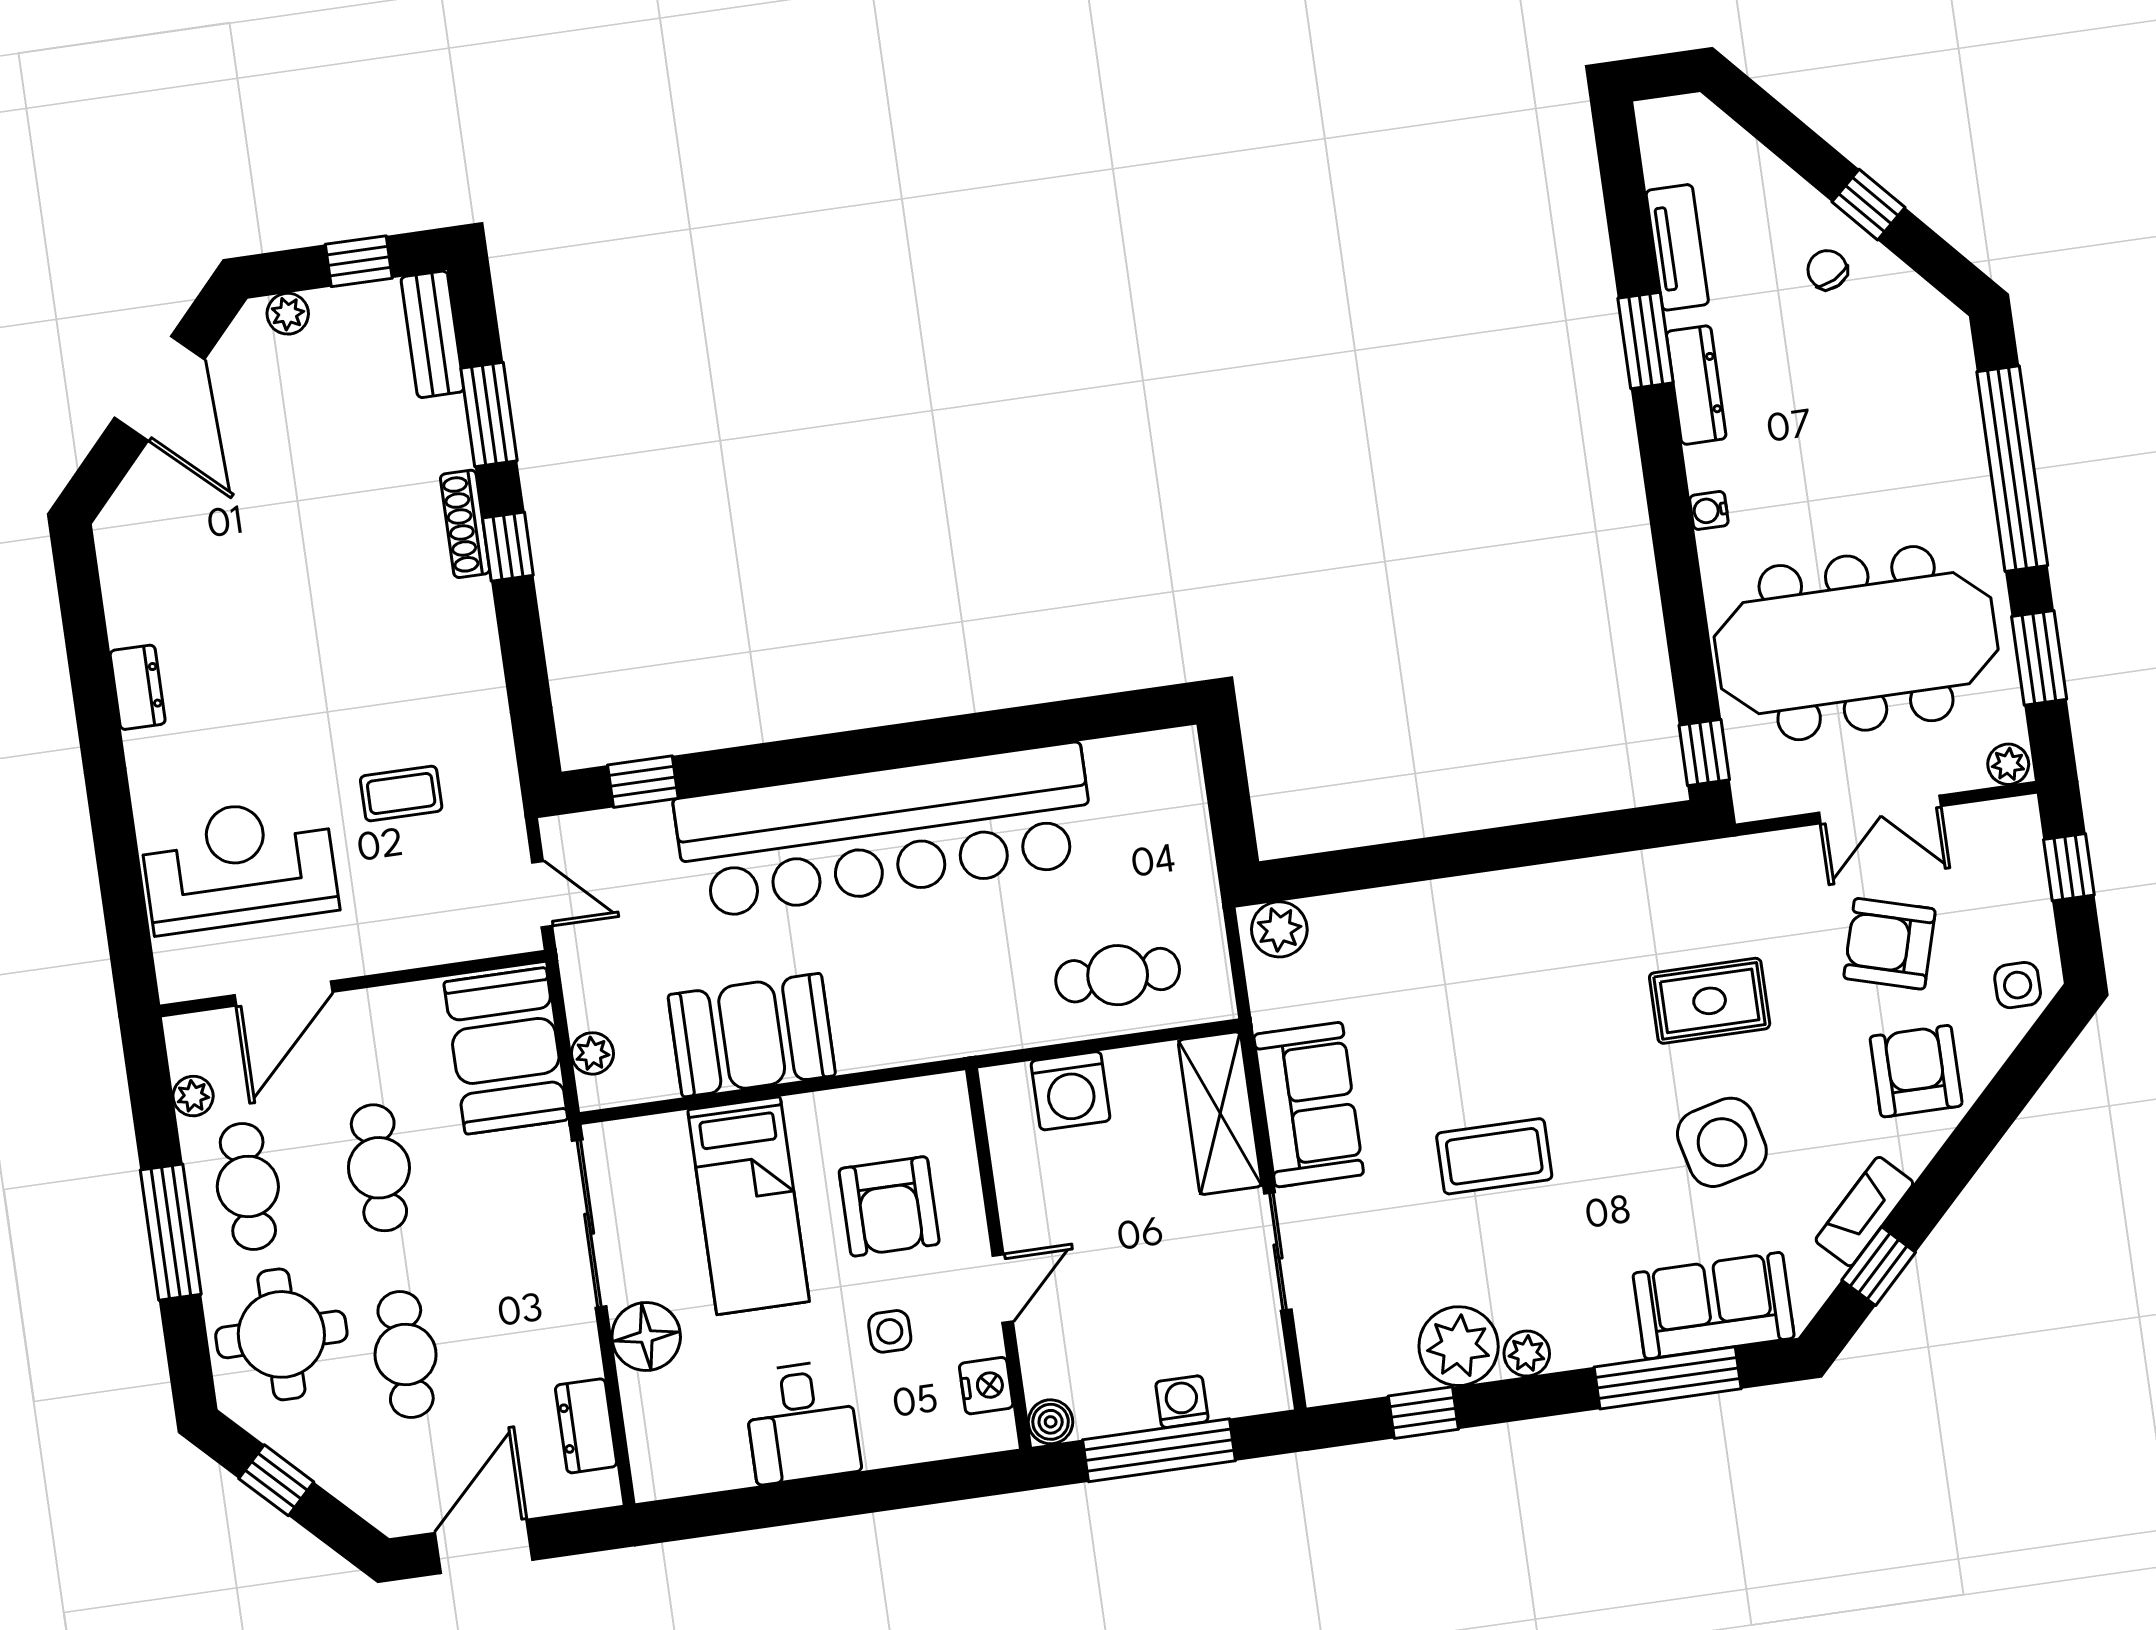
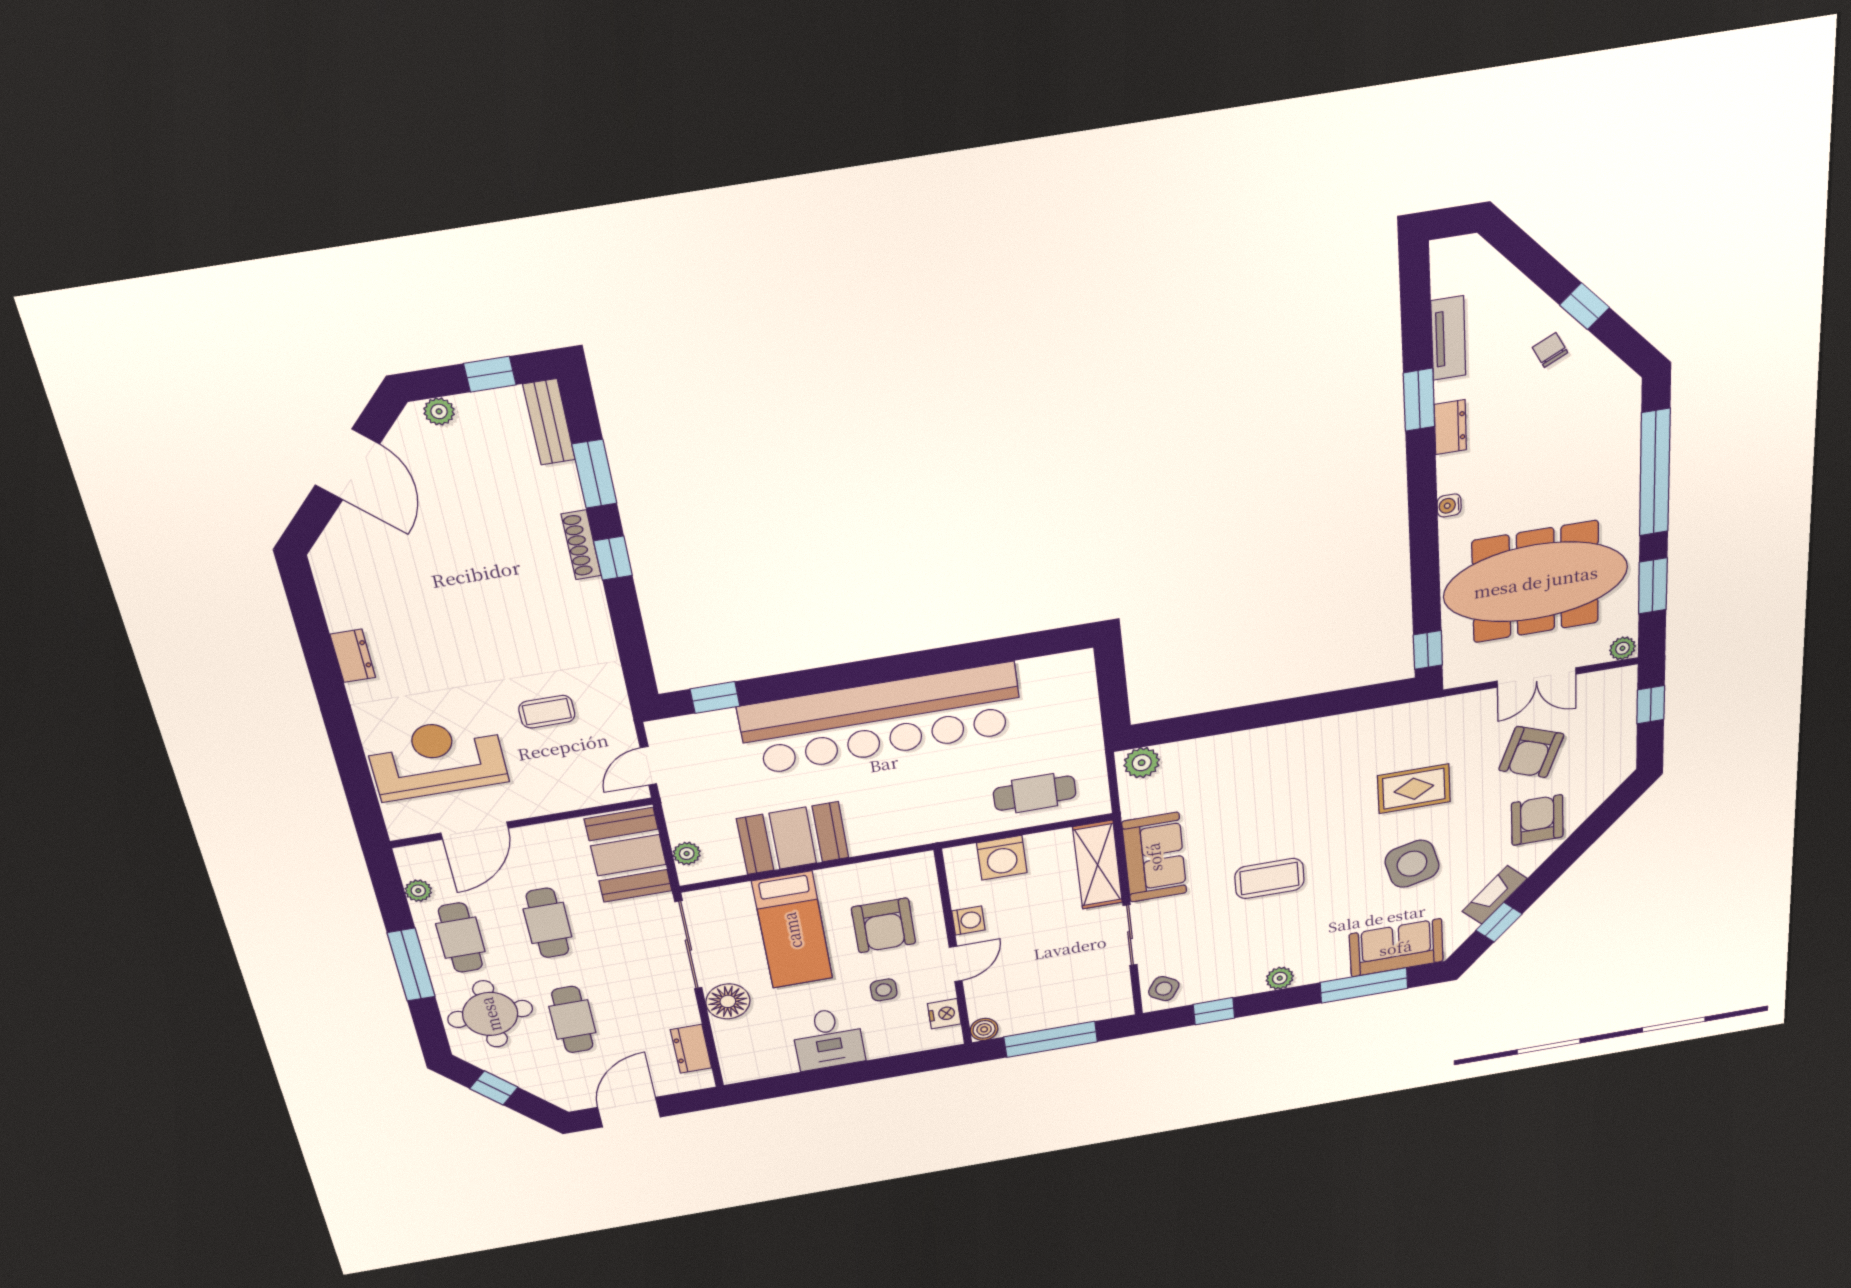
dresser: (1696, 385) -> (1450, 427), width x0.70
door: (542, 894) -> (648, 766), swing flipped
armchair: (1889, 944) -> (1531, 752), turned -85
side table: (2018, 985) -> (1164, 989), moved, turned 31
plant: (1459, 1346) -> (1238, 977), removed
washing machine: (1182, 1402) -> (968, 920), moved, turned 90

